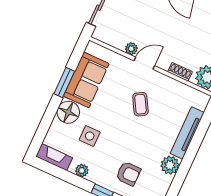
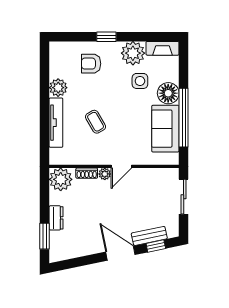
plant: (131, 49) -> (105, 174), moved
window: (64, 82) -> (184, 118), width x2.11
coffee table: (140, 104) -> (96, 122), moved
plant: (82, 171) -> (133, 53), width x1.88, depth x1.88

